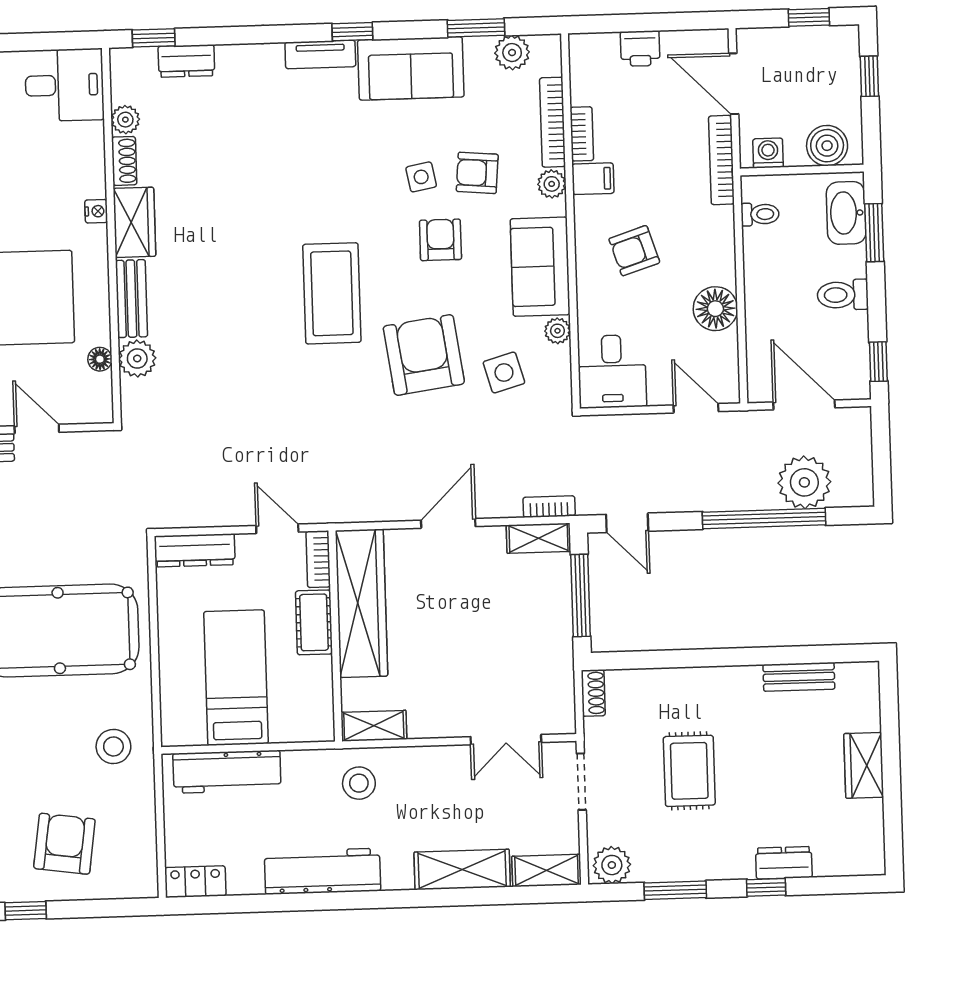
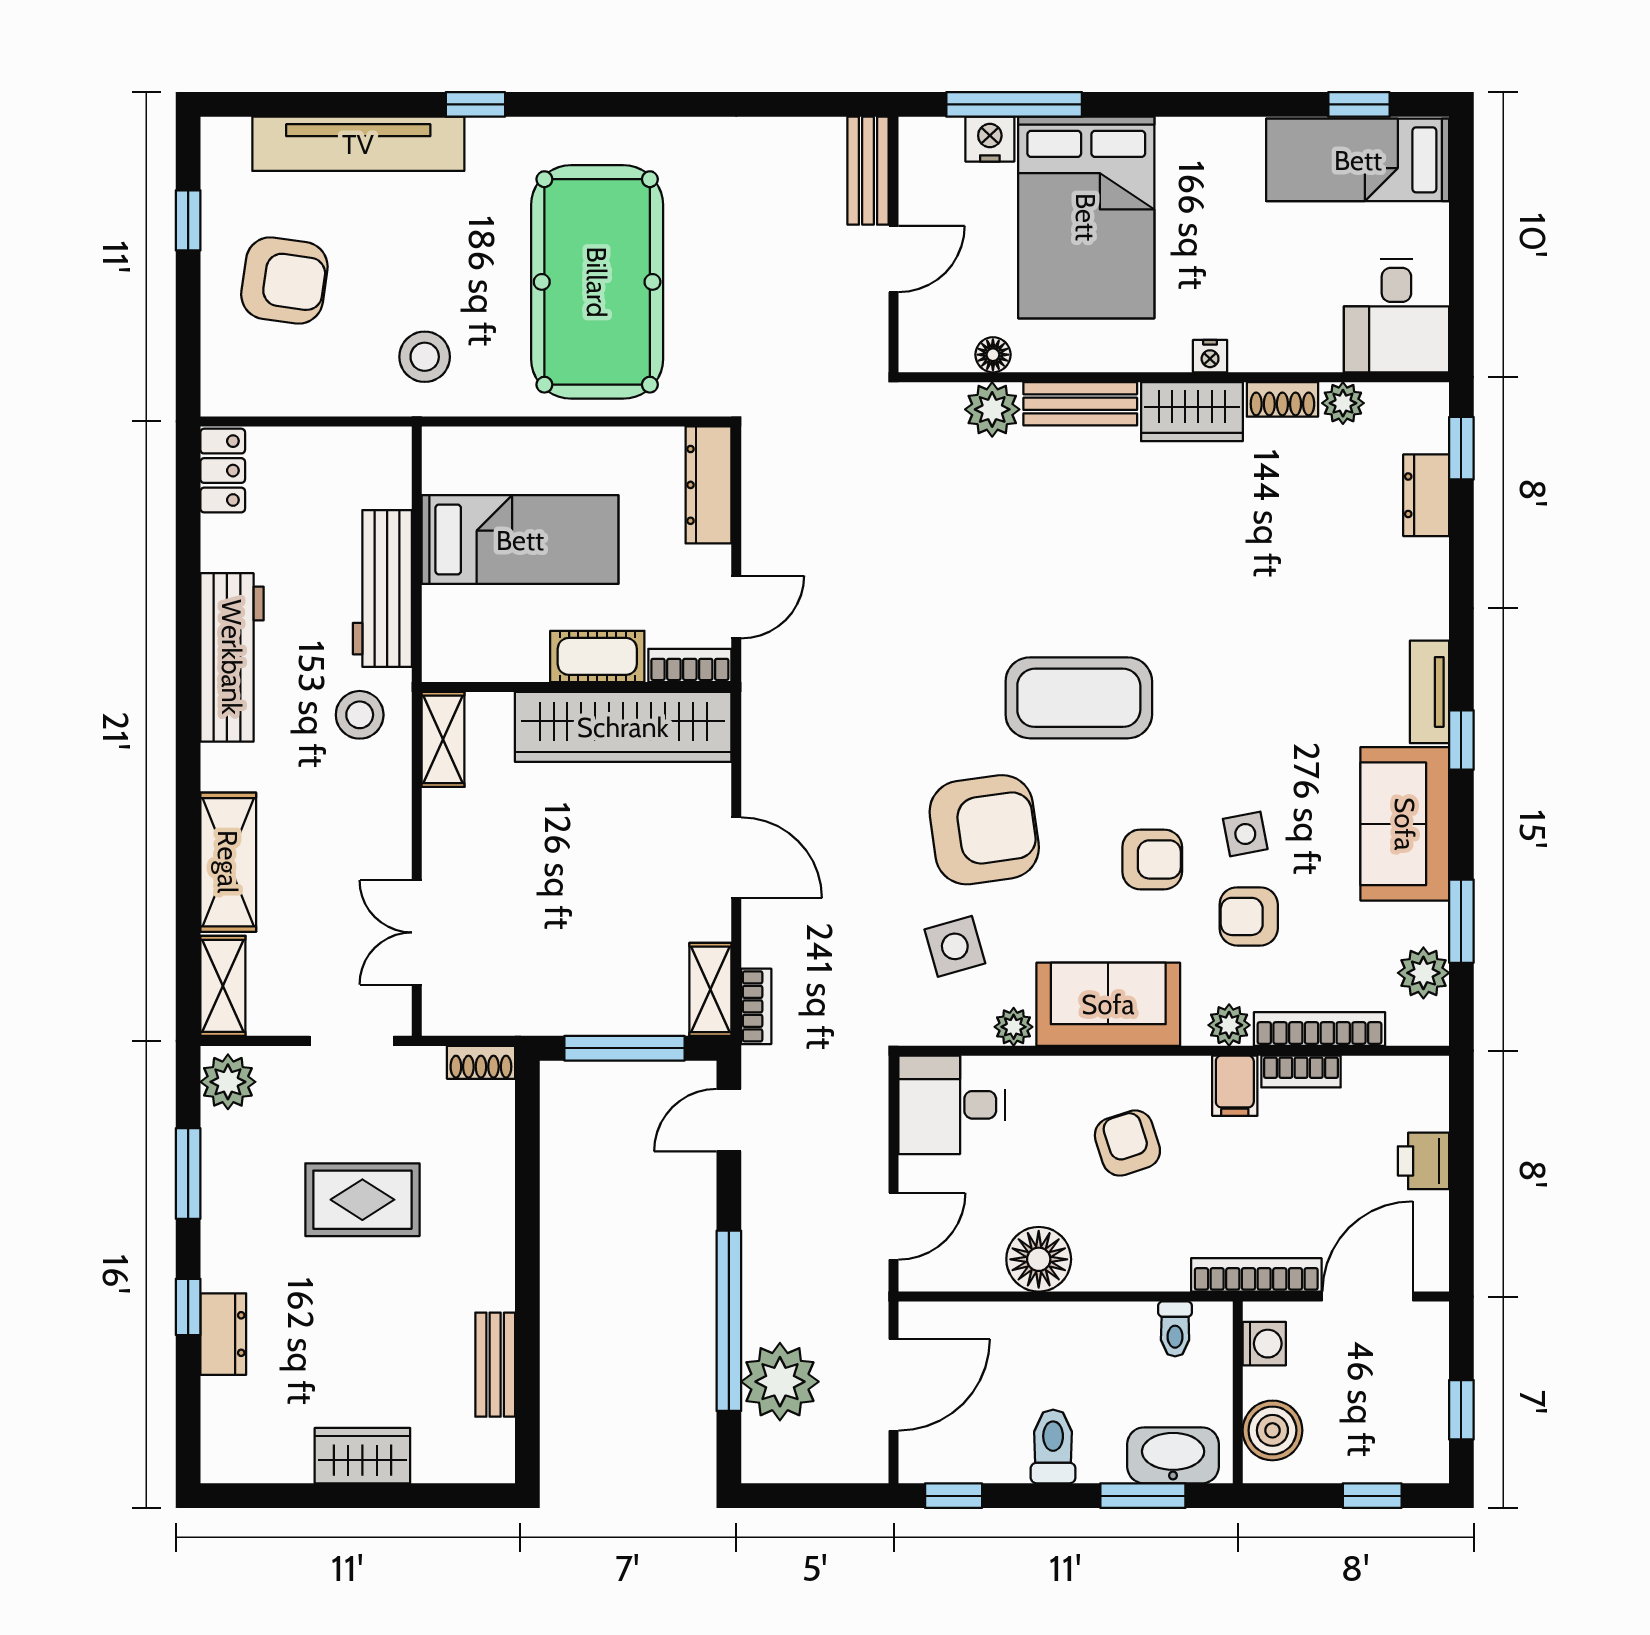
armchair: (477, 173) -> (1249, 916), turned -95
workbench: (227, 772) -> (382, 588), moved

